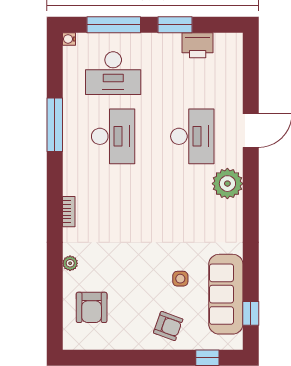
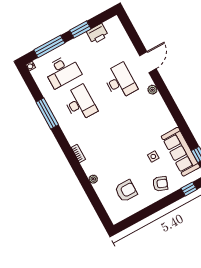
plant: (227, 184) -> (152, 90), width x0.53, depth x0.53
armchair: (92, 307) -> (126, 191), moved, turned -90

